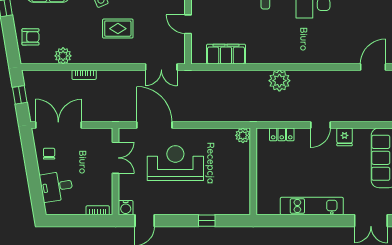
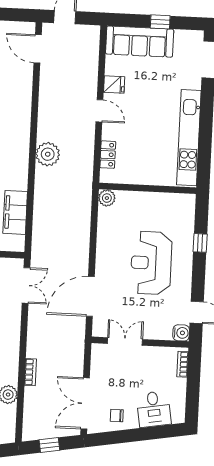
reception desk: (175, 163) -> (151, 263), moved
kitchen unit: (312, 206) -> (189, 138), width x1.36

